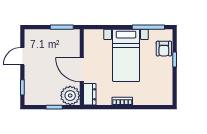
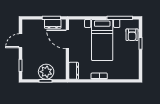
dresser: (63, 35) -> (53, 24), added
door: (82, 70) -> (67, 39), moved
plant: (70, 96) -> (46, 72), moved

